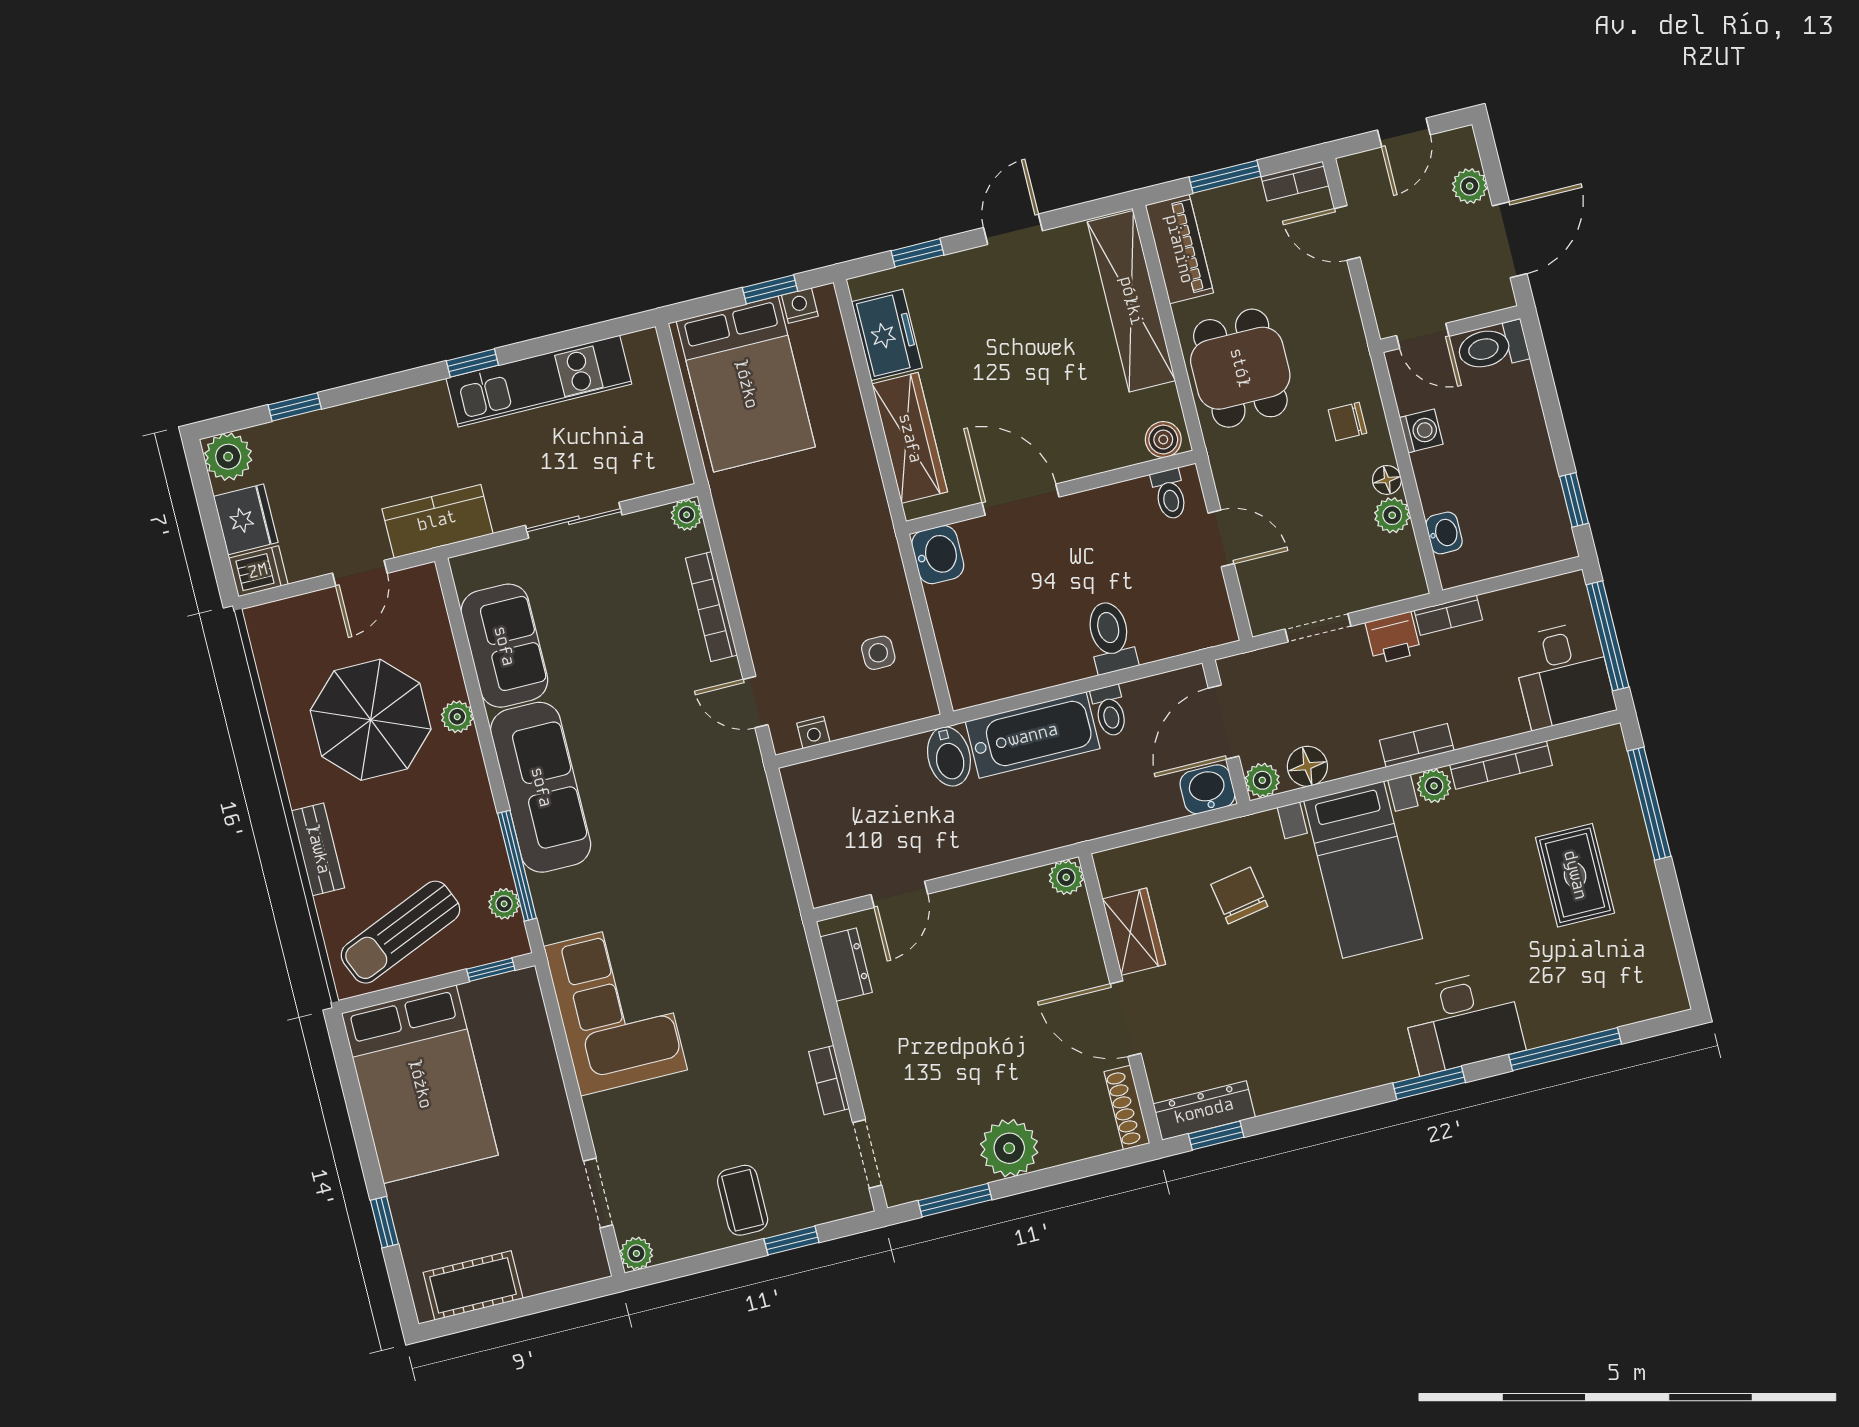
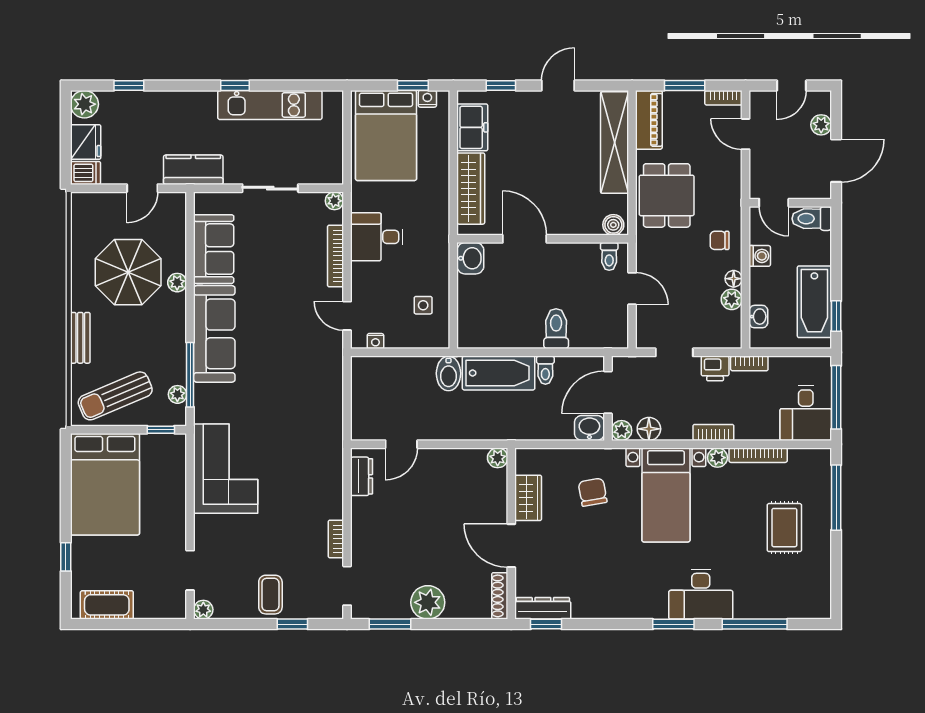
bathtub: (1532, 485) -> (814, 302), added
desk: (772, 558) -> (377, 237), added

